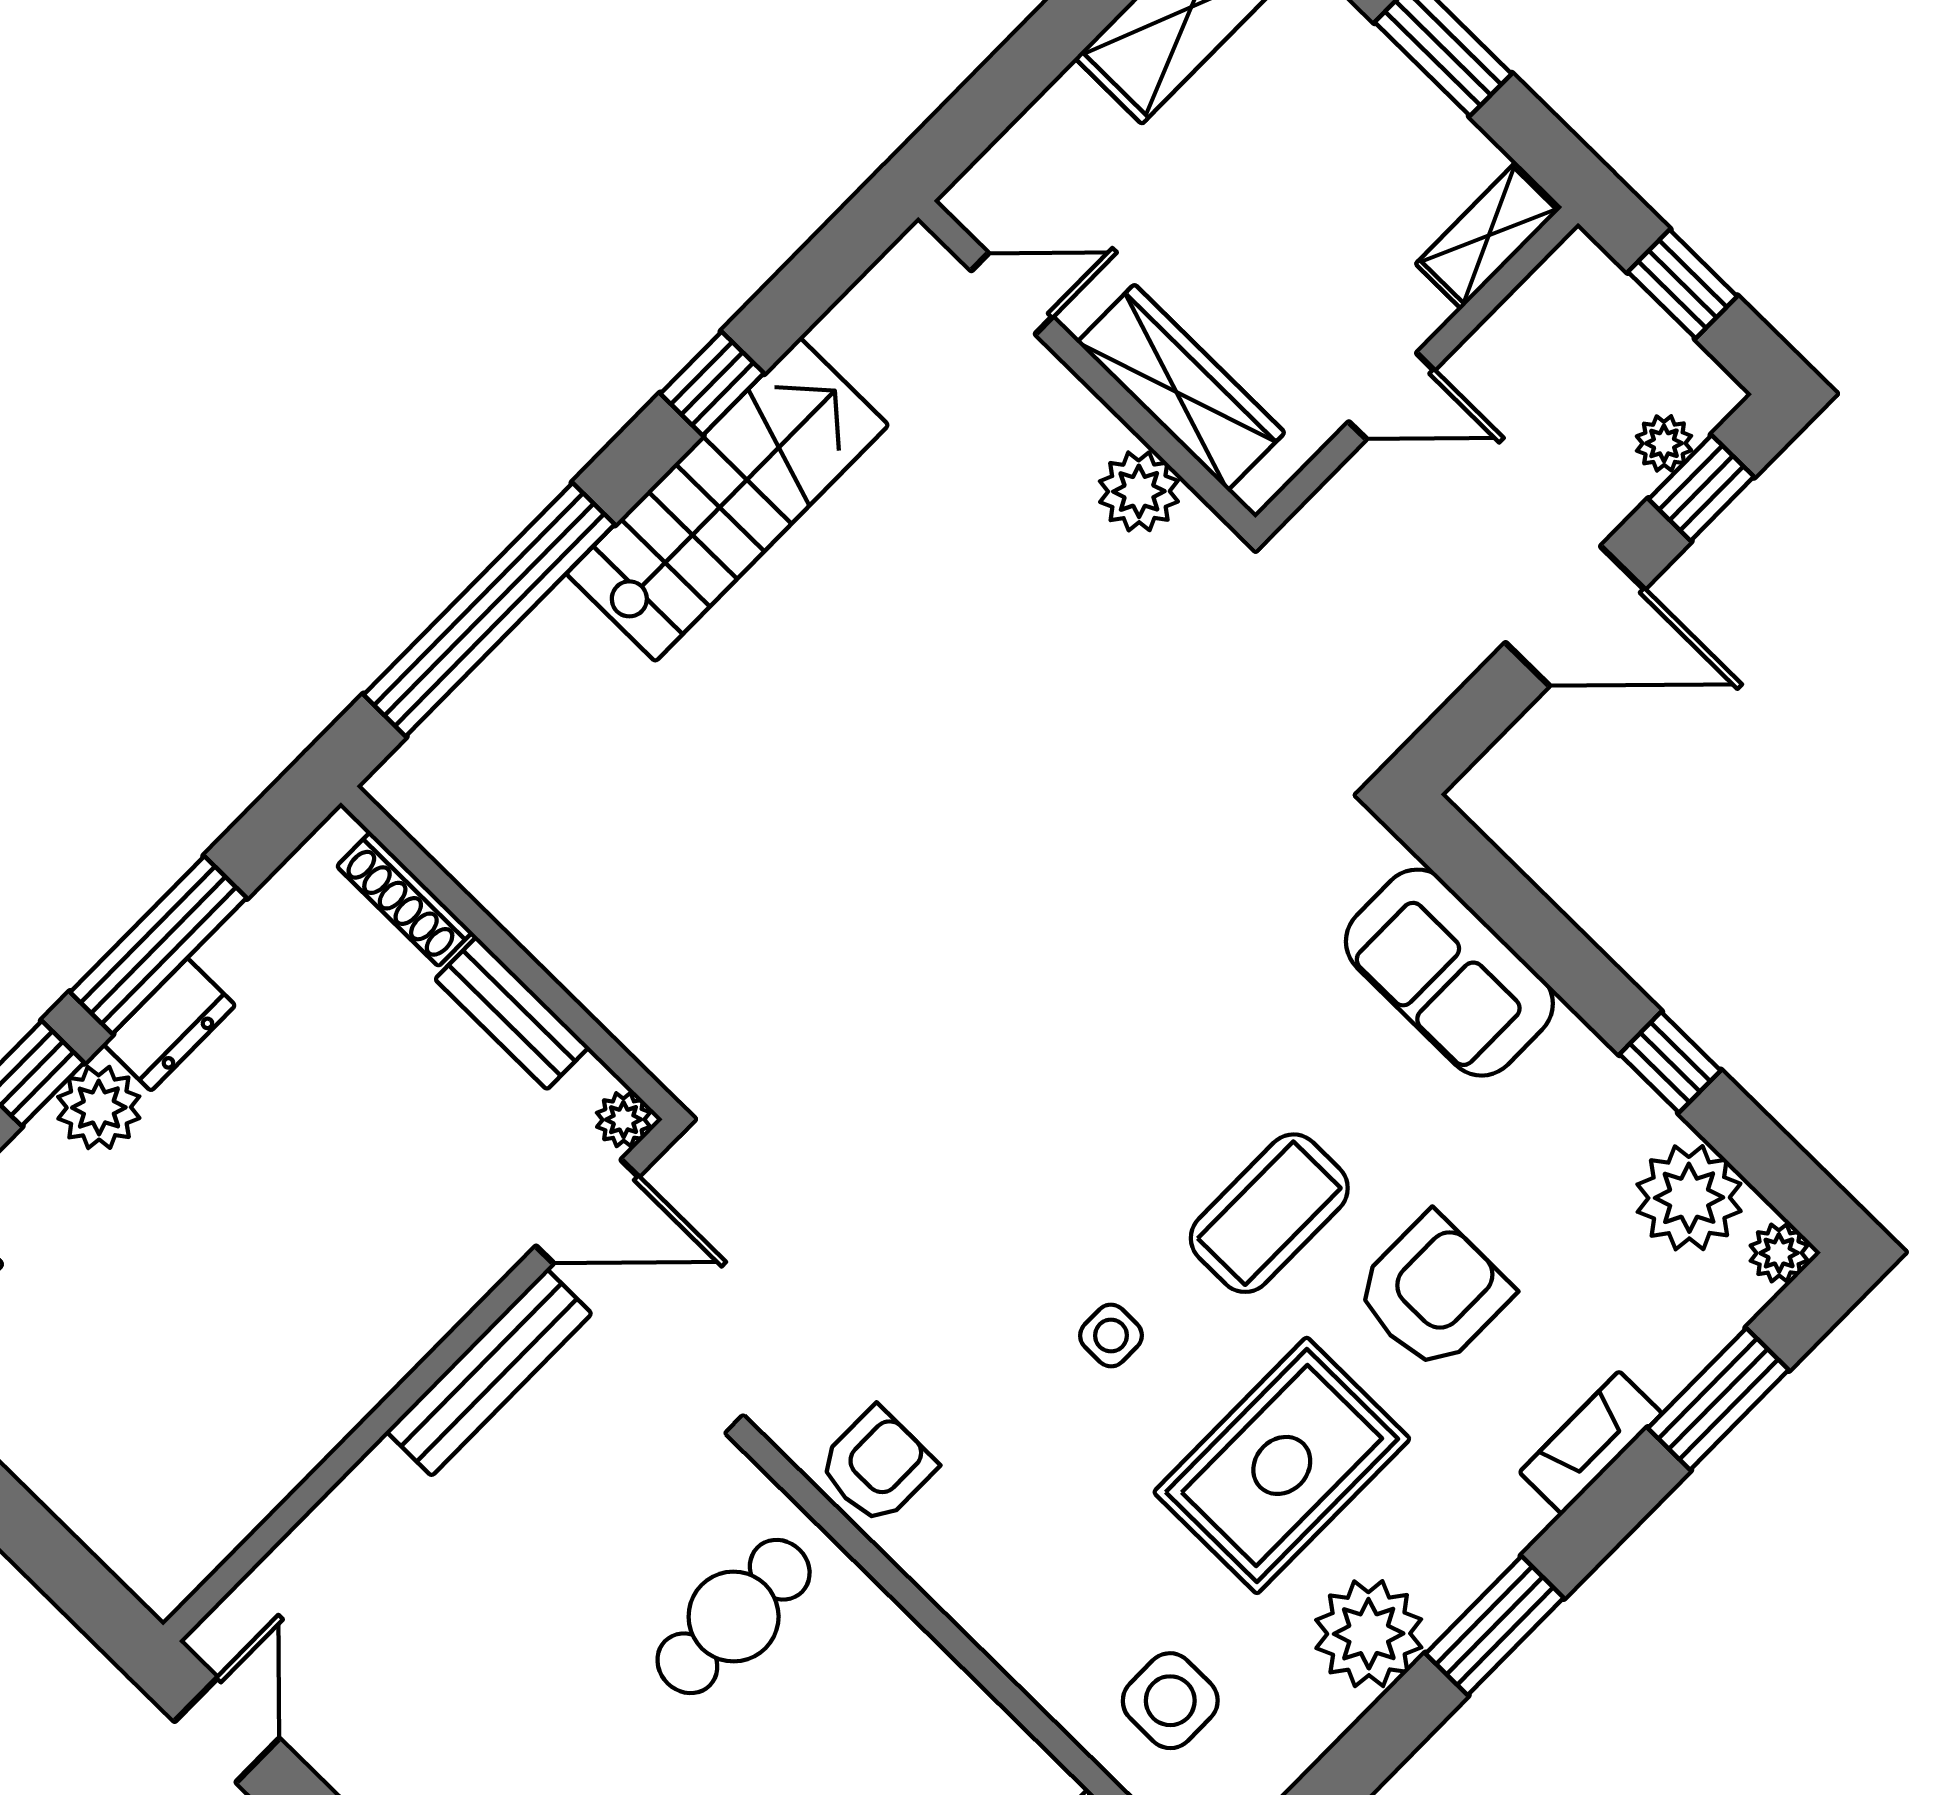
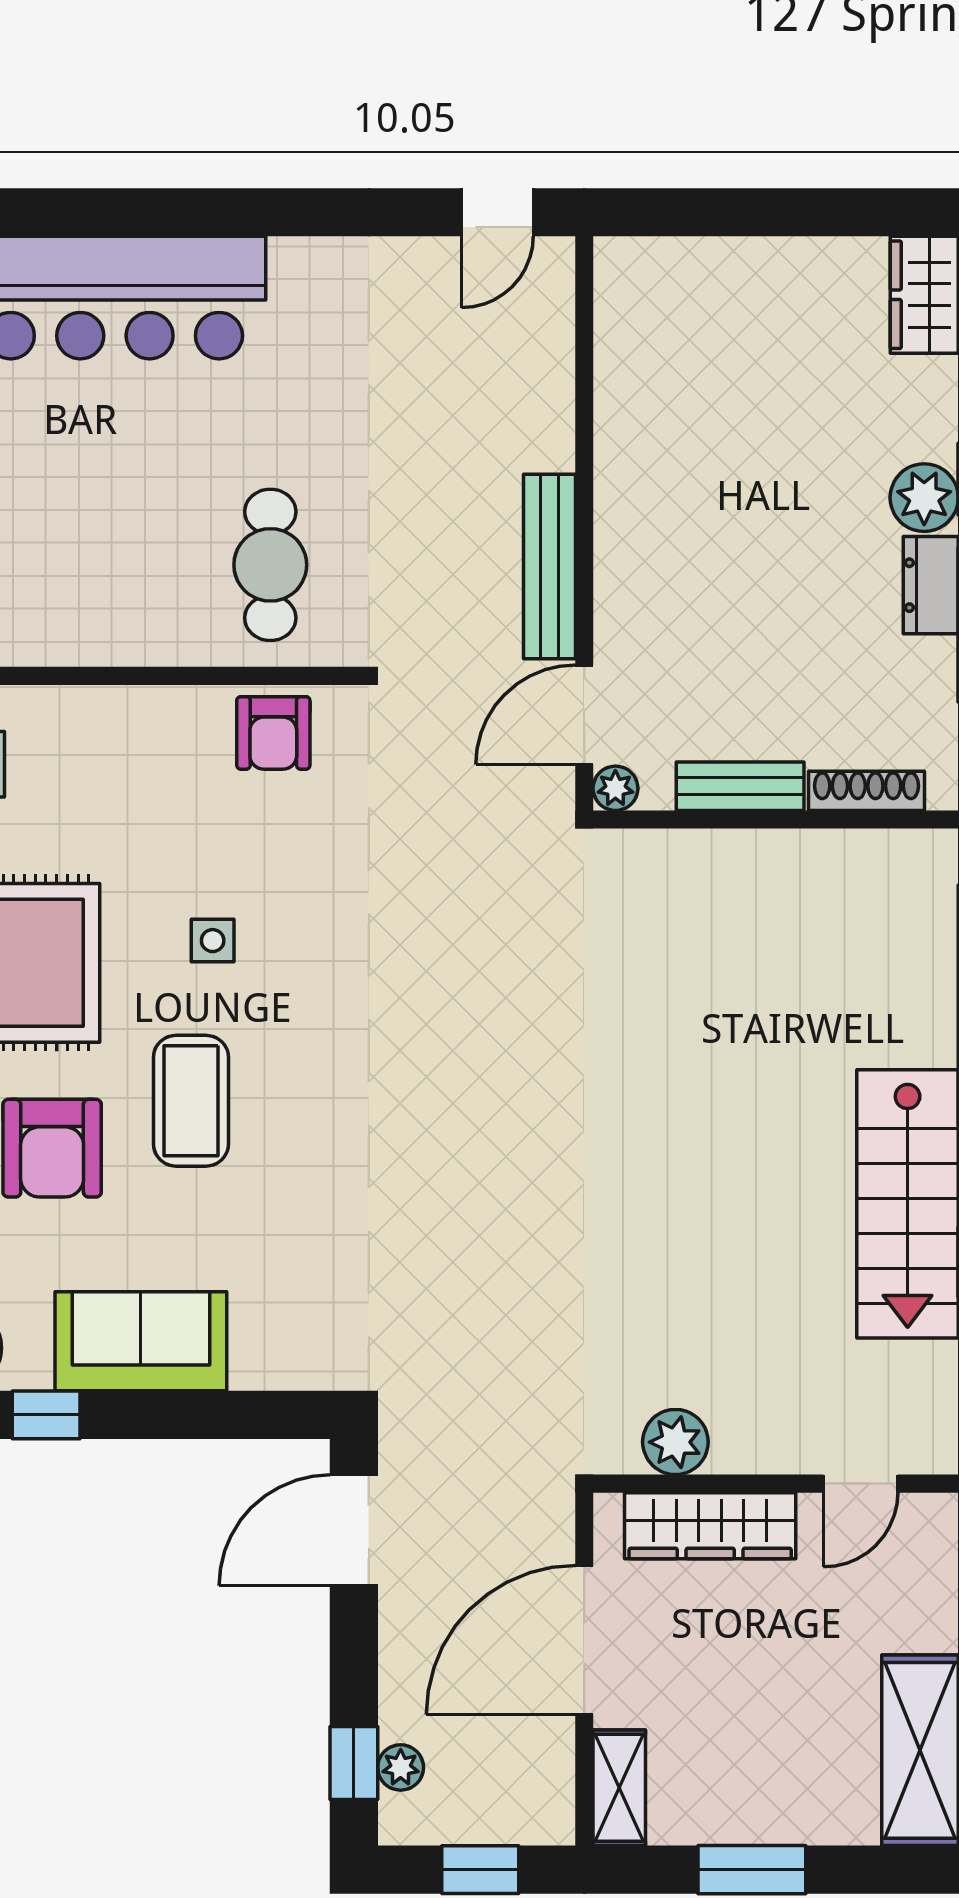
door: (1391, 396) -> (584, 1640), width x1.87
door: (1575, 616) -> (354, 1530), moved
sofa: (1449, 973) -> (141, 1341), moved
door: (227, 1730) -> (497, 212), hinge flipped

